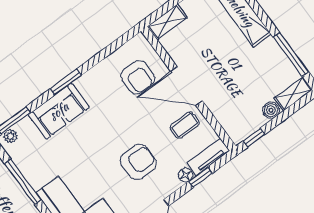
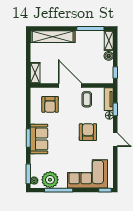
armchair: (138, 77) -> (50, 104), turned 90
door: (187, 86) -> (70, 85), swing flipped
sofa: (59, 111) -> (39, 139), moved
plant: (29, 158) -> (50, 180), added

